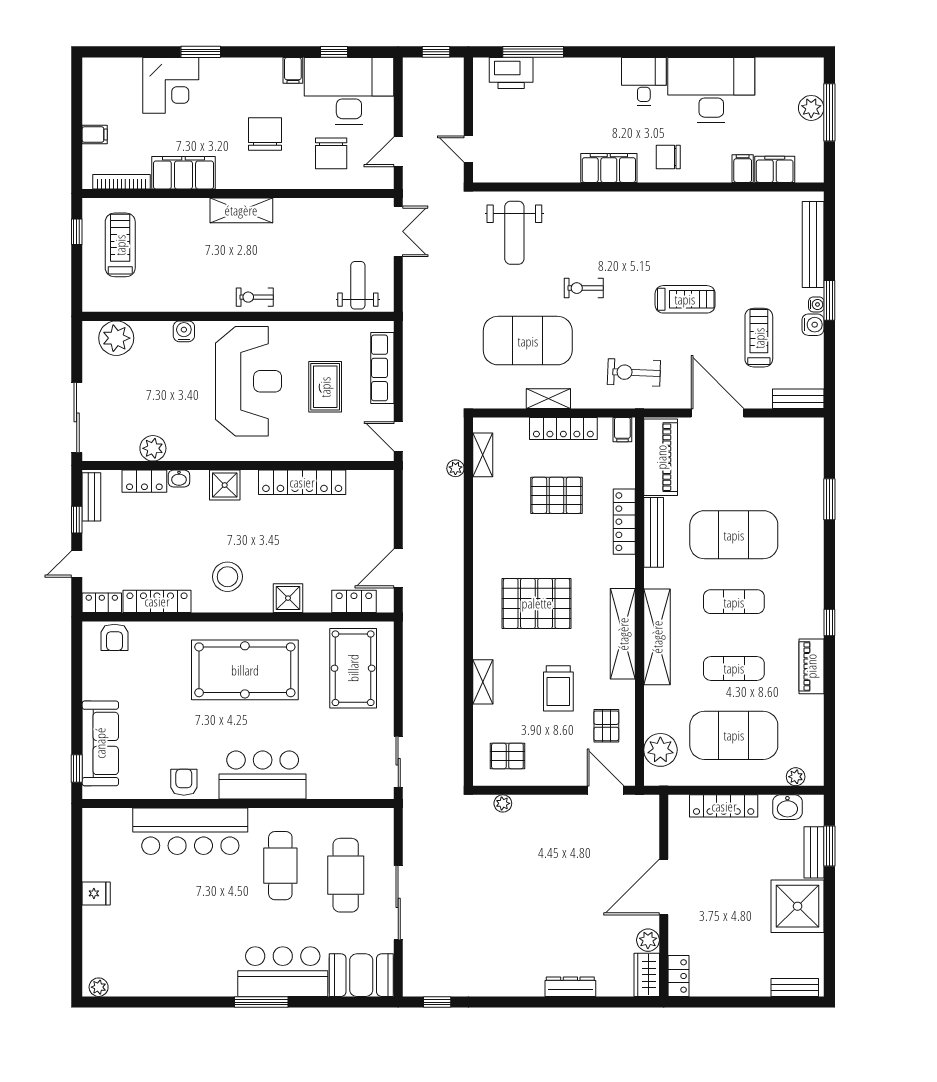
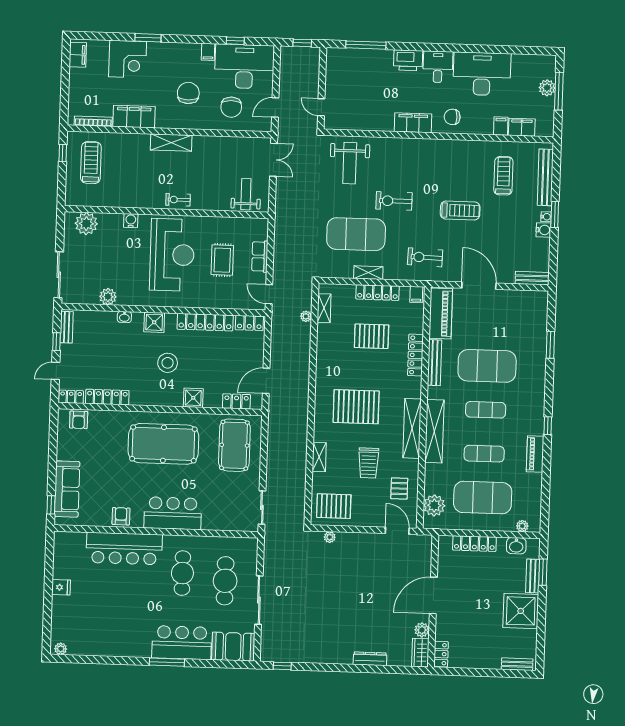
printer: (511, 73) -> (408, 60), moved
filing cabinet: (95, 135) -> (78, 55), moved, width x2.00
exercise bike: (584, 288) -> (394, 201), width x1.38, depth x1.39
treadmill: (759, 338) -> (503, 176), moved
row of seats: (382, 368) -> (260, 256), width x0.68
locker: (144, 481) -> (249, 323), moved
stool: (227, 577) -> (168, 363), moved
pallet: (507, 756) -> (334, 506), width x1.50, depth x1.42

